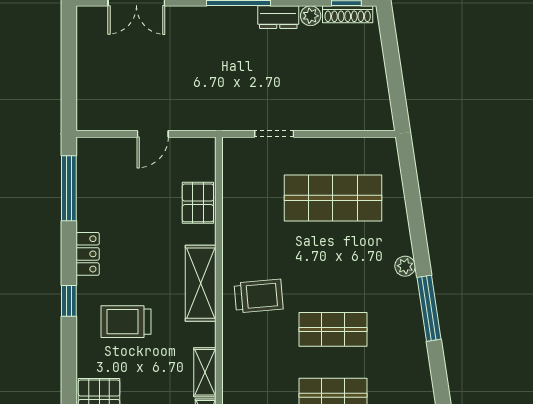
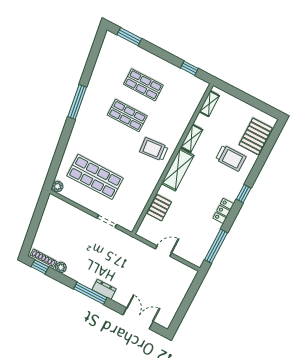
dresser: (278, 17) -> (104, 289), moved
plant: (405, 266) -> (57, 186), moved
trolley: (126, 322) -> (231, 158), moved
shelving: (205, 372) -> (192, 138), moved

